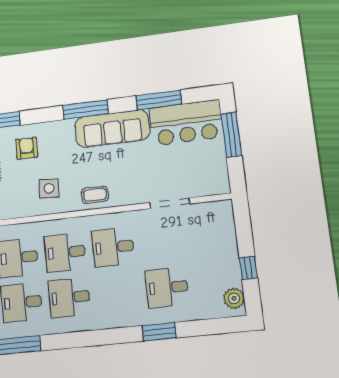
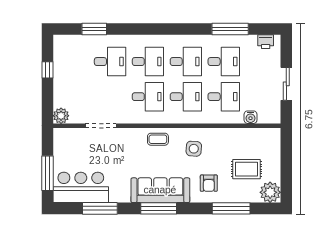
sofa: (112, 129) -> (160, 190), moved
desk: (118, 293) -> (148, 62), added
plant: (234, 298) -> (61, 116), moved
window: (159, 332) -> (94, 29), moved

